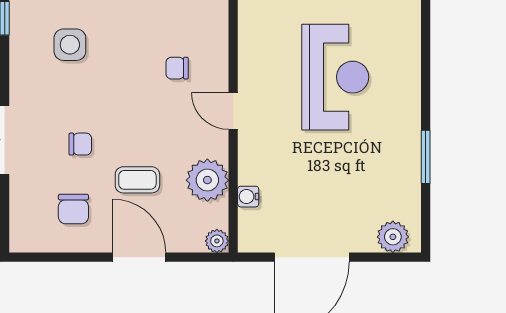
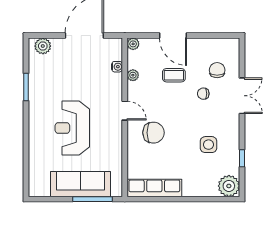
chair: (177, 68) -> (154, 133), width x1.87, depth x1.87
plant: (207, 180) -> (133, 75), width x0.53, depth x0.53
chair: (73, 209) -> (217, 70), moved

